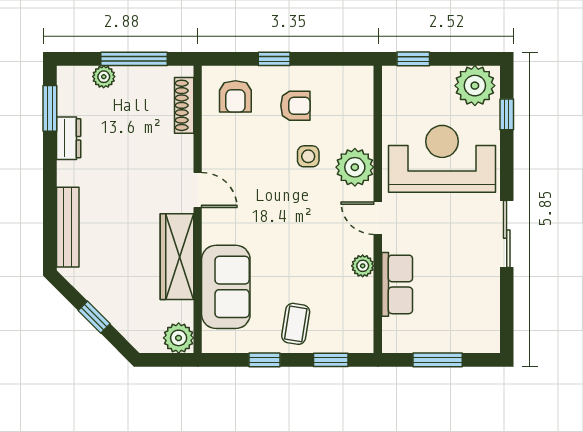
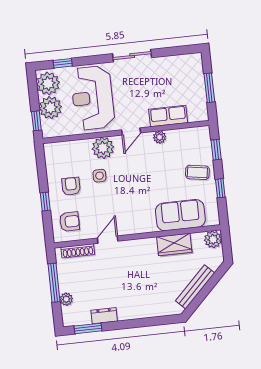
plant: (433, 85) -> (50, 108), added
door: (198, 190) -> (108, 240), moved
bench: (68, 227) -> (195, 287), moved, turned -45
wardrobe: (177, 257) -> (174, 244), width x0.67
window: (94, 317) -> (206, 290), removed

